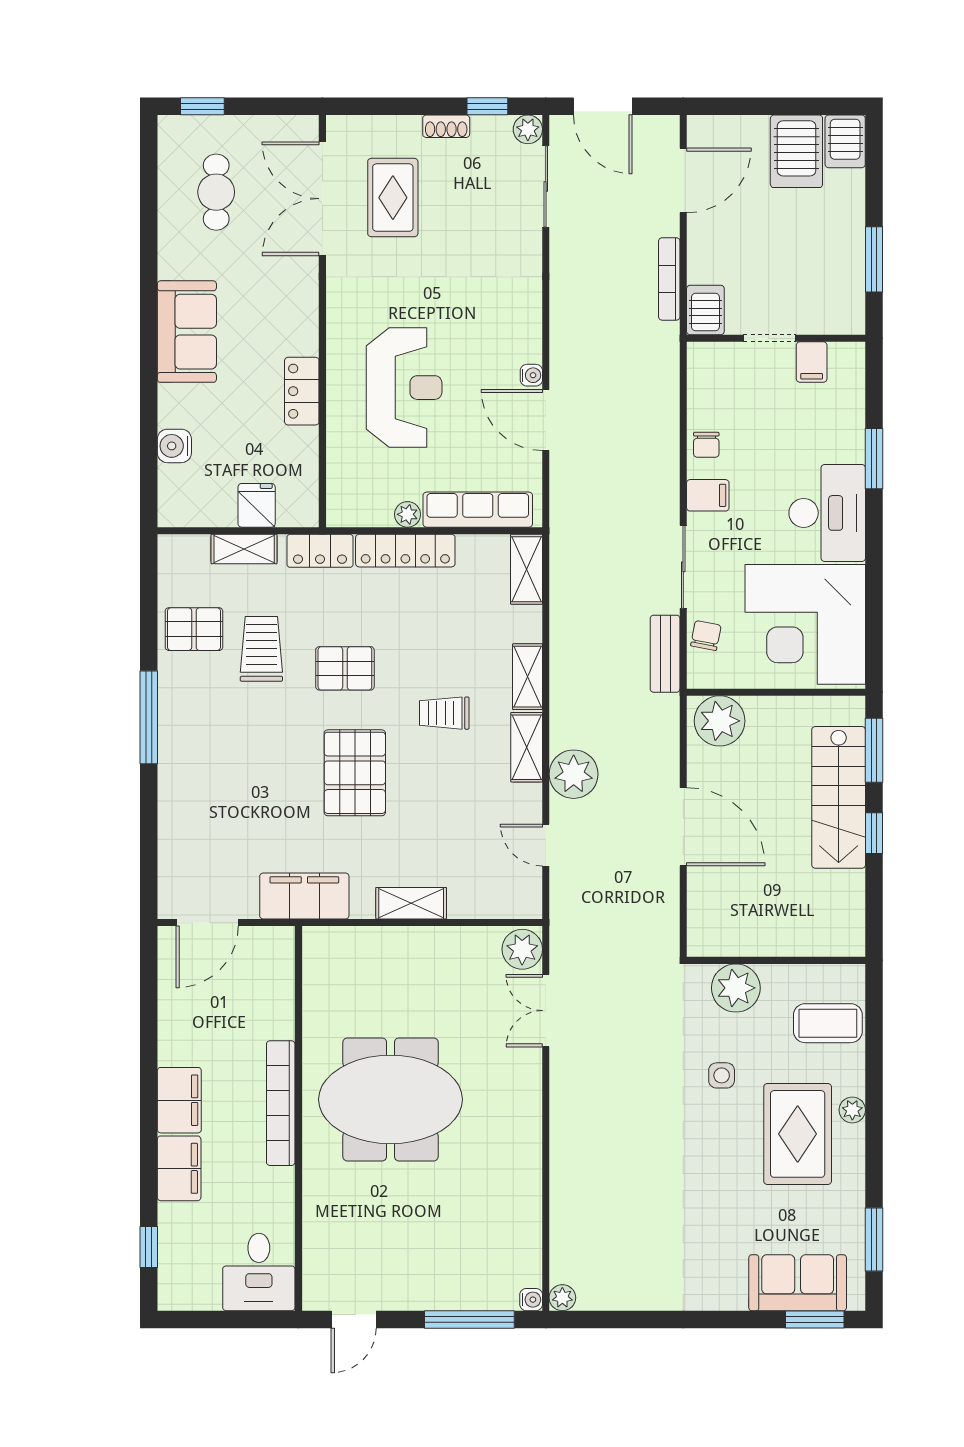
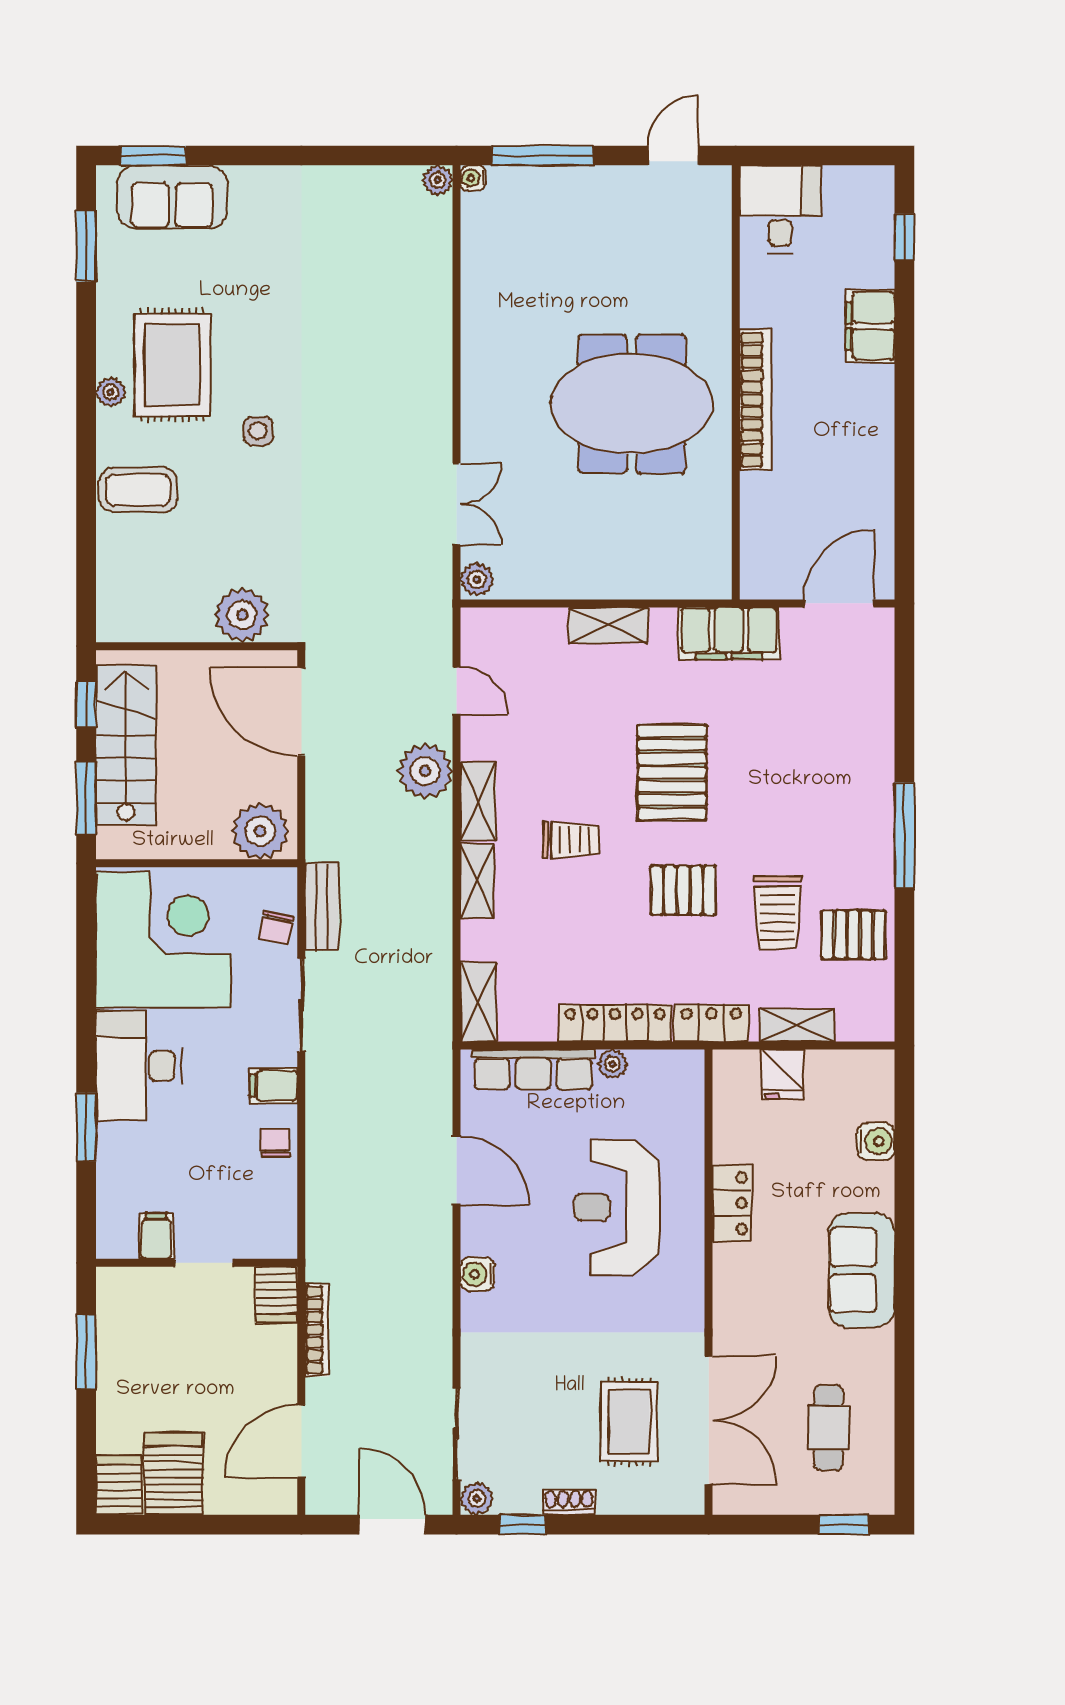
water cooler: (531, 375) -> (478, 1274), moved, width x1.38, depth x1.38
plant: (522, 949) -> (477, 579), width x0.73, depth x0.73
wall: (776, 960) -> (197, 646), moved
plant: (736, 988) -> (242, 615), moved
filing cabinet: (179, 1100) -> (870, 403), removed

